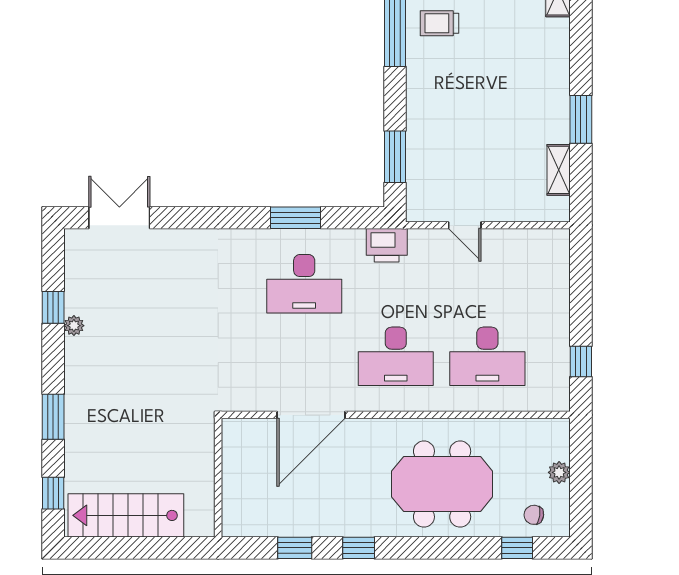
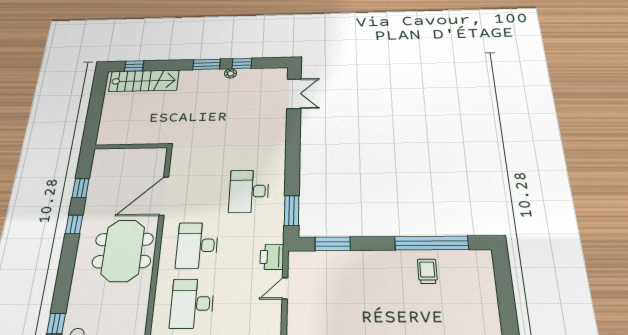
window: (295, 218) -> (292, 210), moved
printer: (387, 245) -> (272, 257), moved
door: (311, 415) -> (164, 196), hinge flipped
window: (53, 417) -> (207, 64), moved
meeting table: (442, 484) -> (123, 250), moved
stairs: (126, 515) -> (144, 81), moved, turned 90

